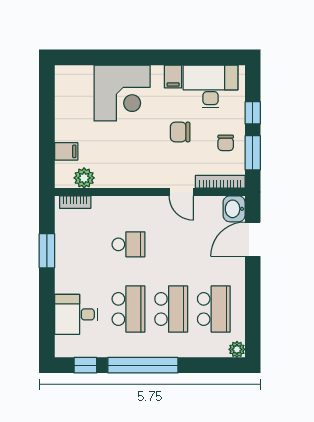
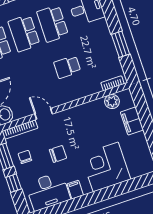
filing cabinet: (66, 151) -> (132, 121), width x2.00

